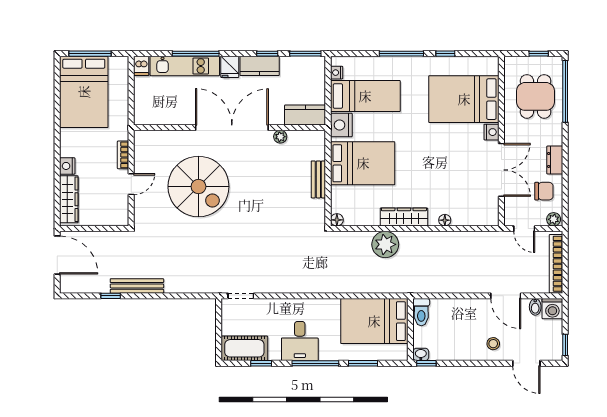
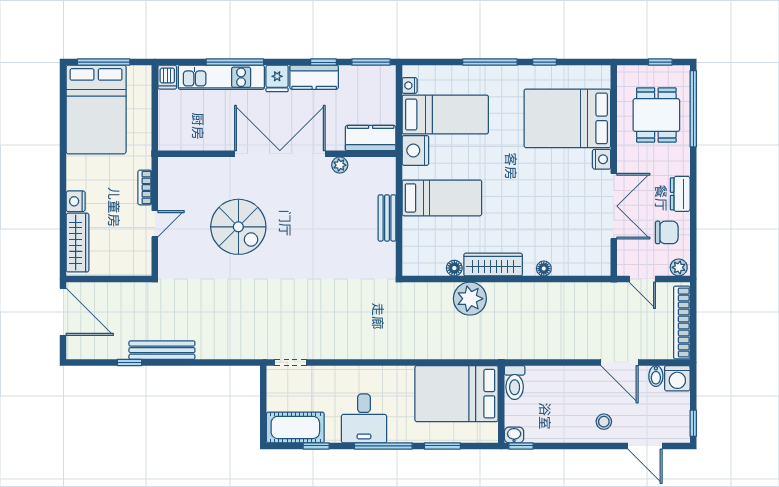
bed: (363, 163) -> (442, 198), width x0.67
spiral stairs: (198, 187) -> (238, 227), width x0.73, depth x0.73
floor lamp: (337, 220) -> (454, 268), moved

